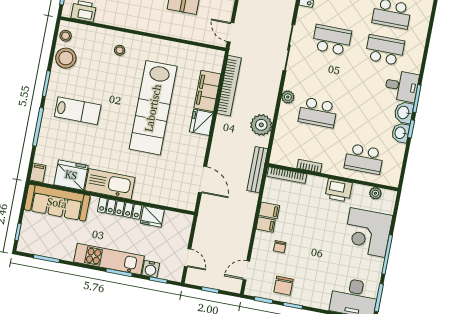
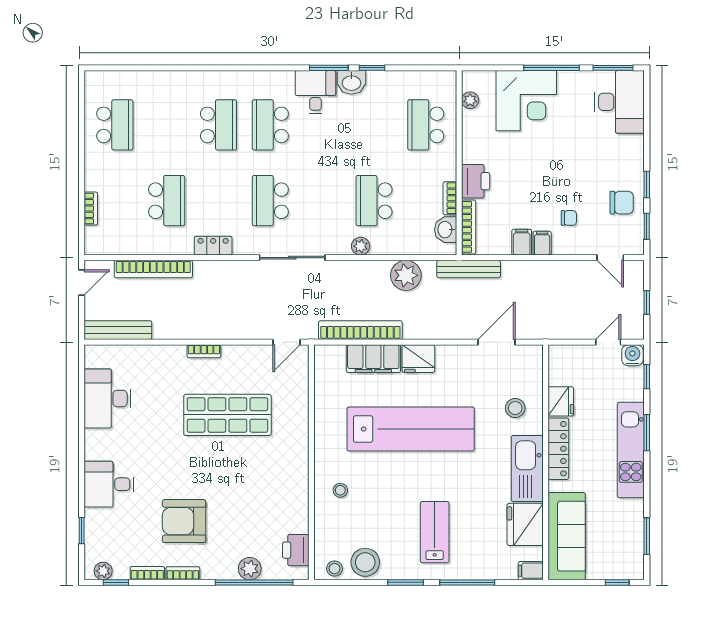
school desk: (318, 113) -> (374, 201), turned 180
washbasin: (401, 133) -> (446, 230), moved, turned 90
school desk: (364, 159) -> (426, 125), turned 180
stool: (154, 184) -> (515, 408), added
printer: (339, 190) -> (476, 181), moved
water cooler: (151, 269) -> (632, 355), moved, turned -90

